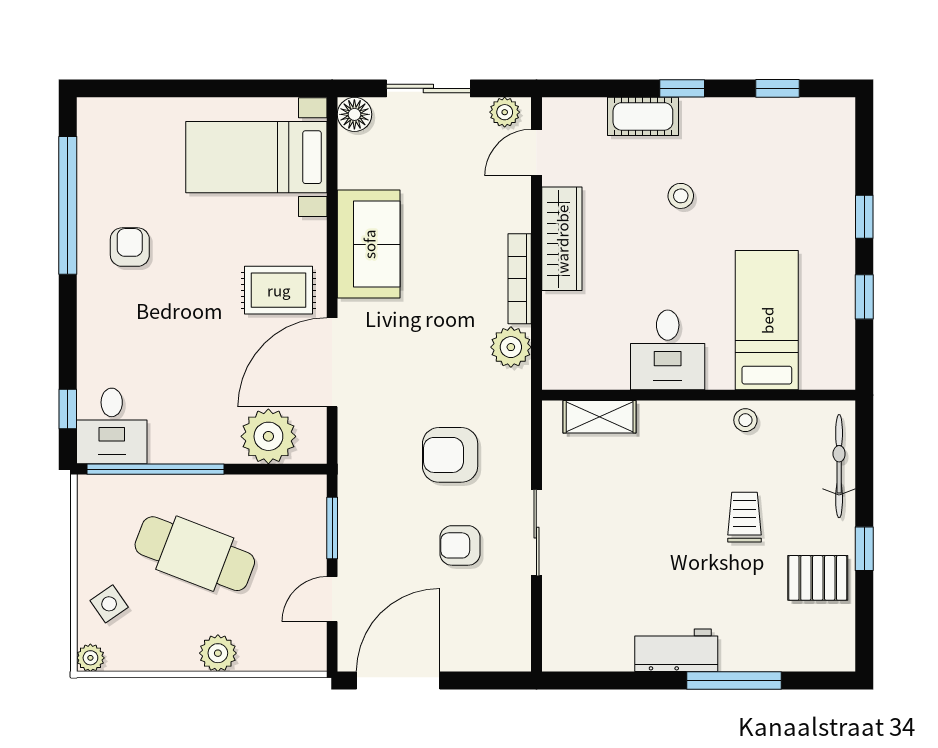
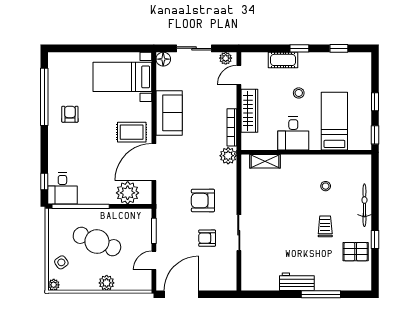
bed: (767, 320) -> (334, 121), moved
desk: (668, 350) -> (293, 133), moved
wall: (699, 395) -> (306, 152), moved
shelving: (600, 417) -> (265, 161), moved

